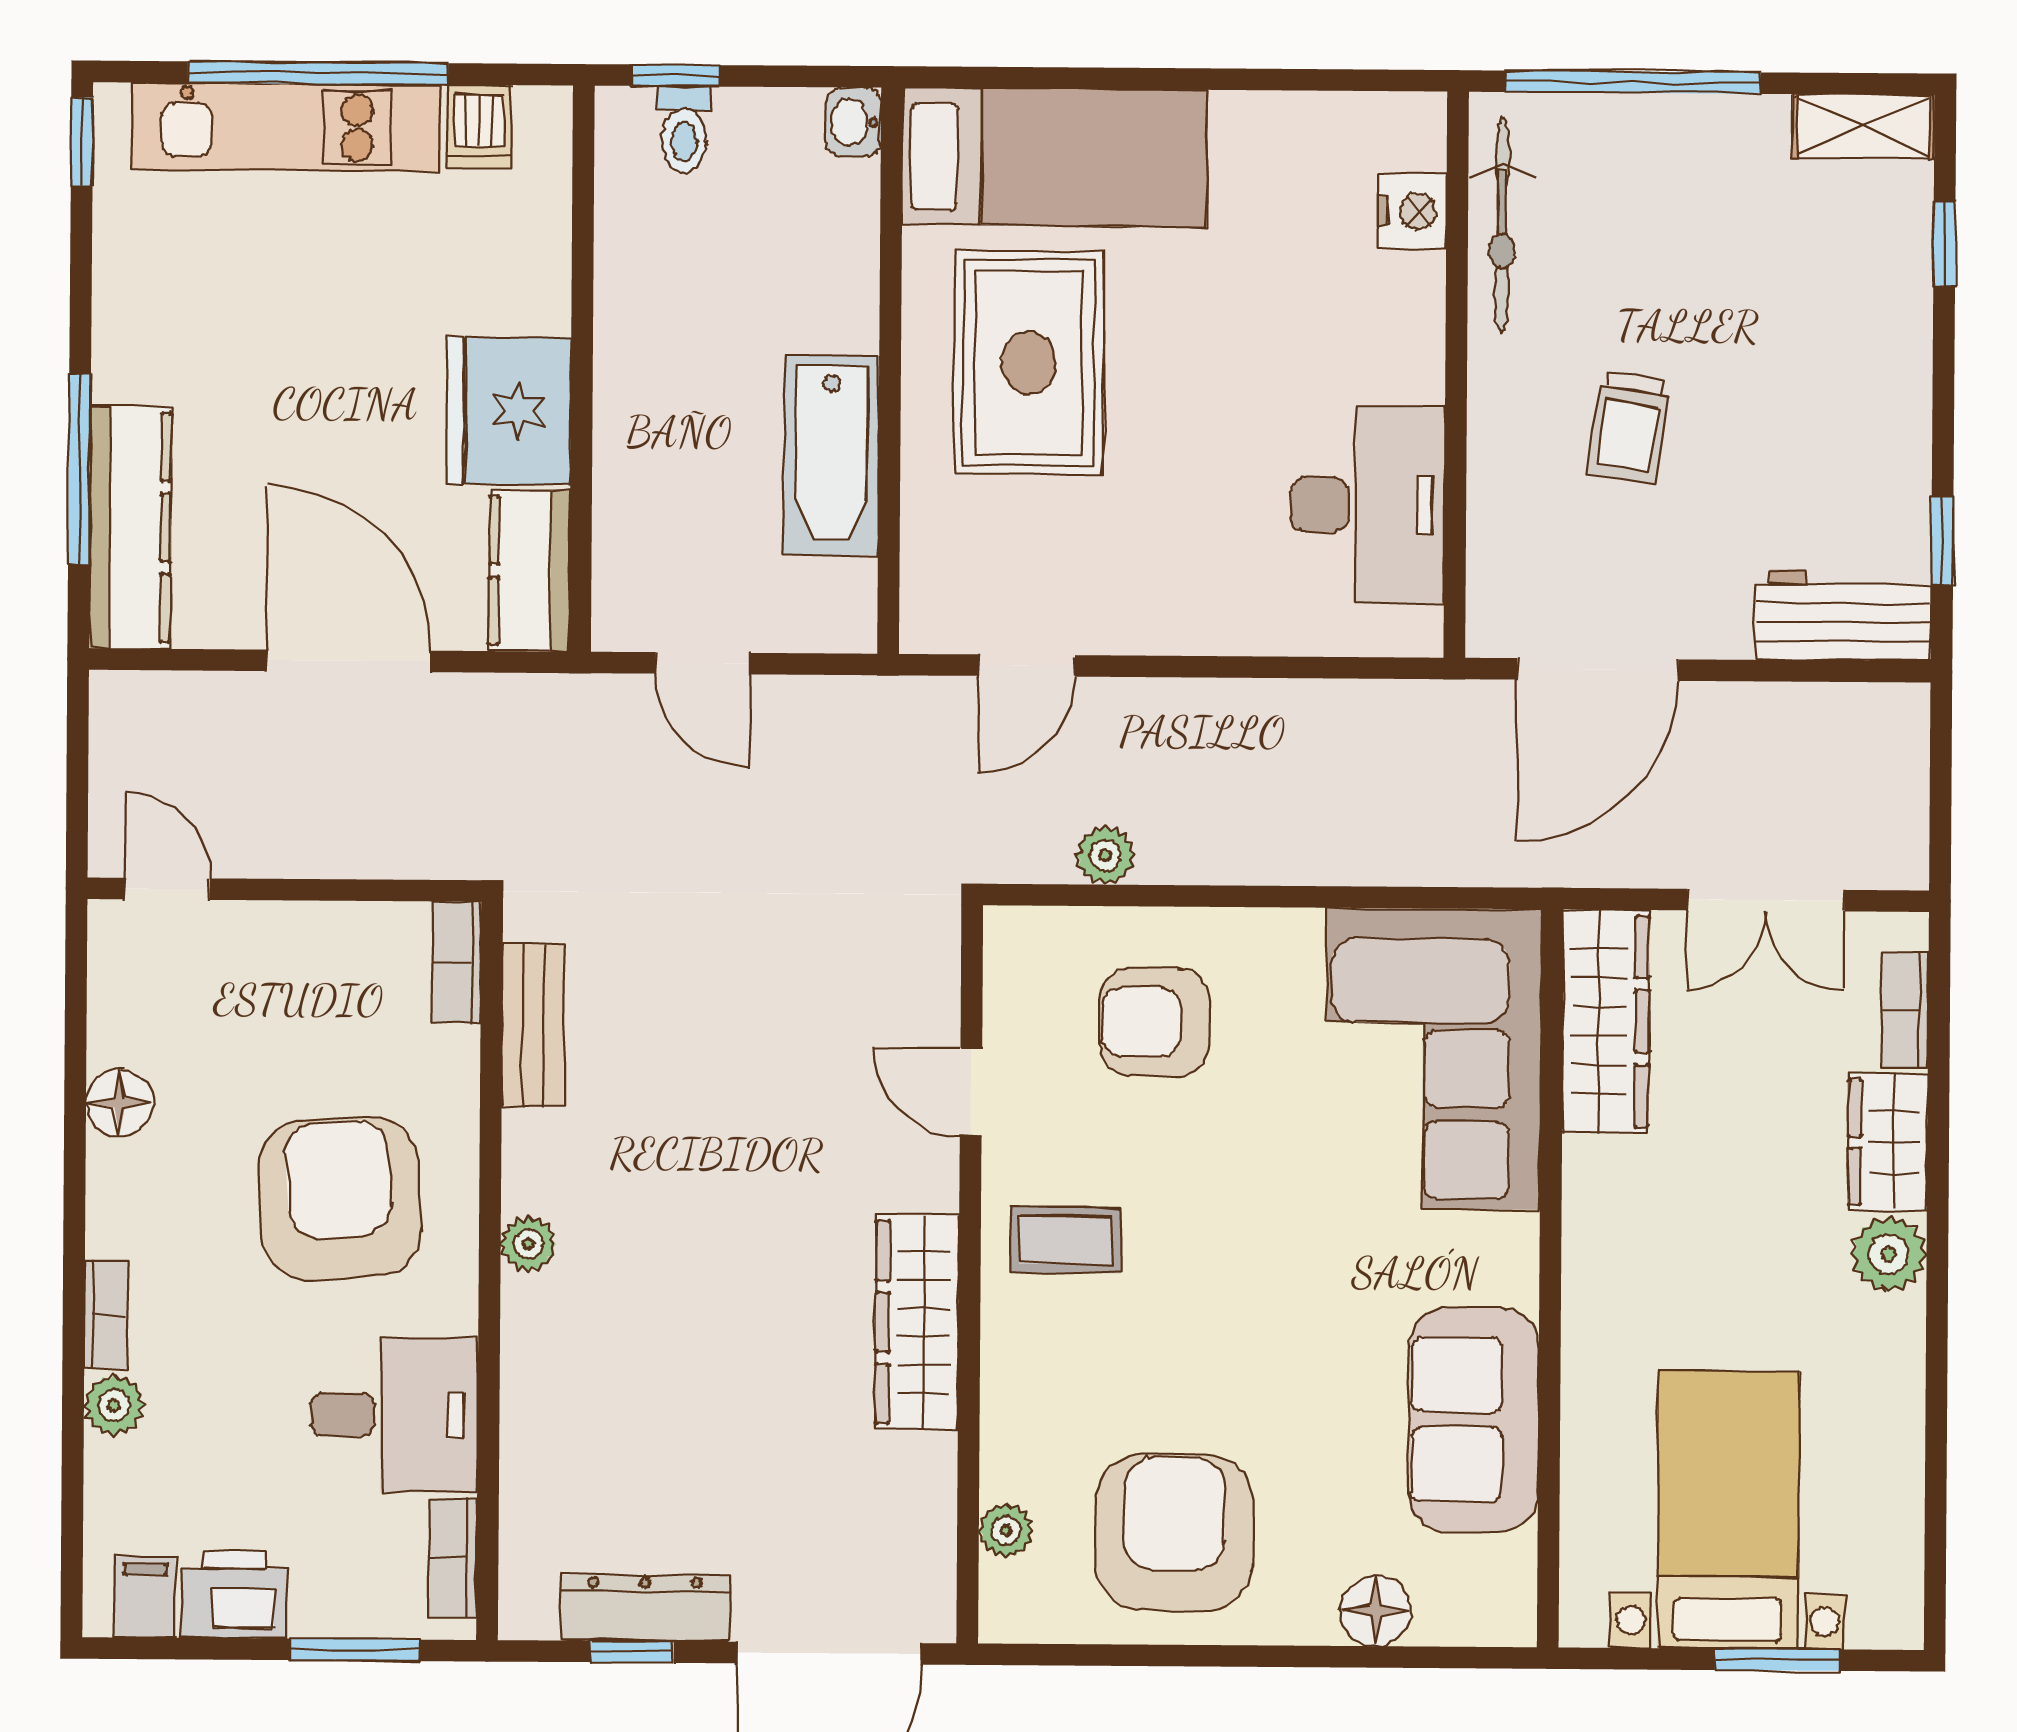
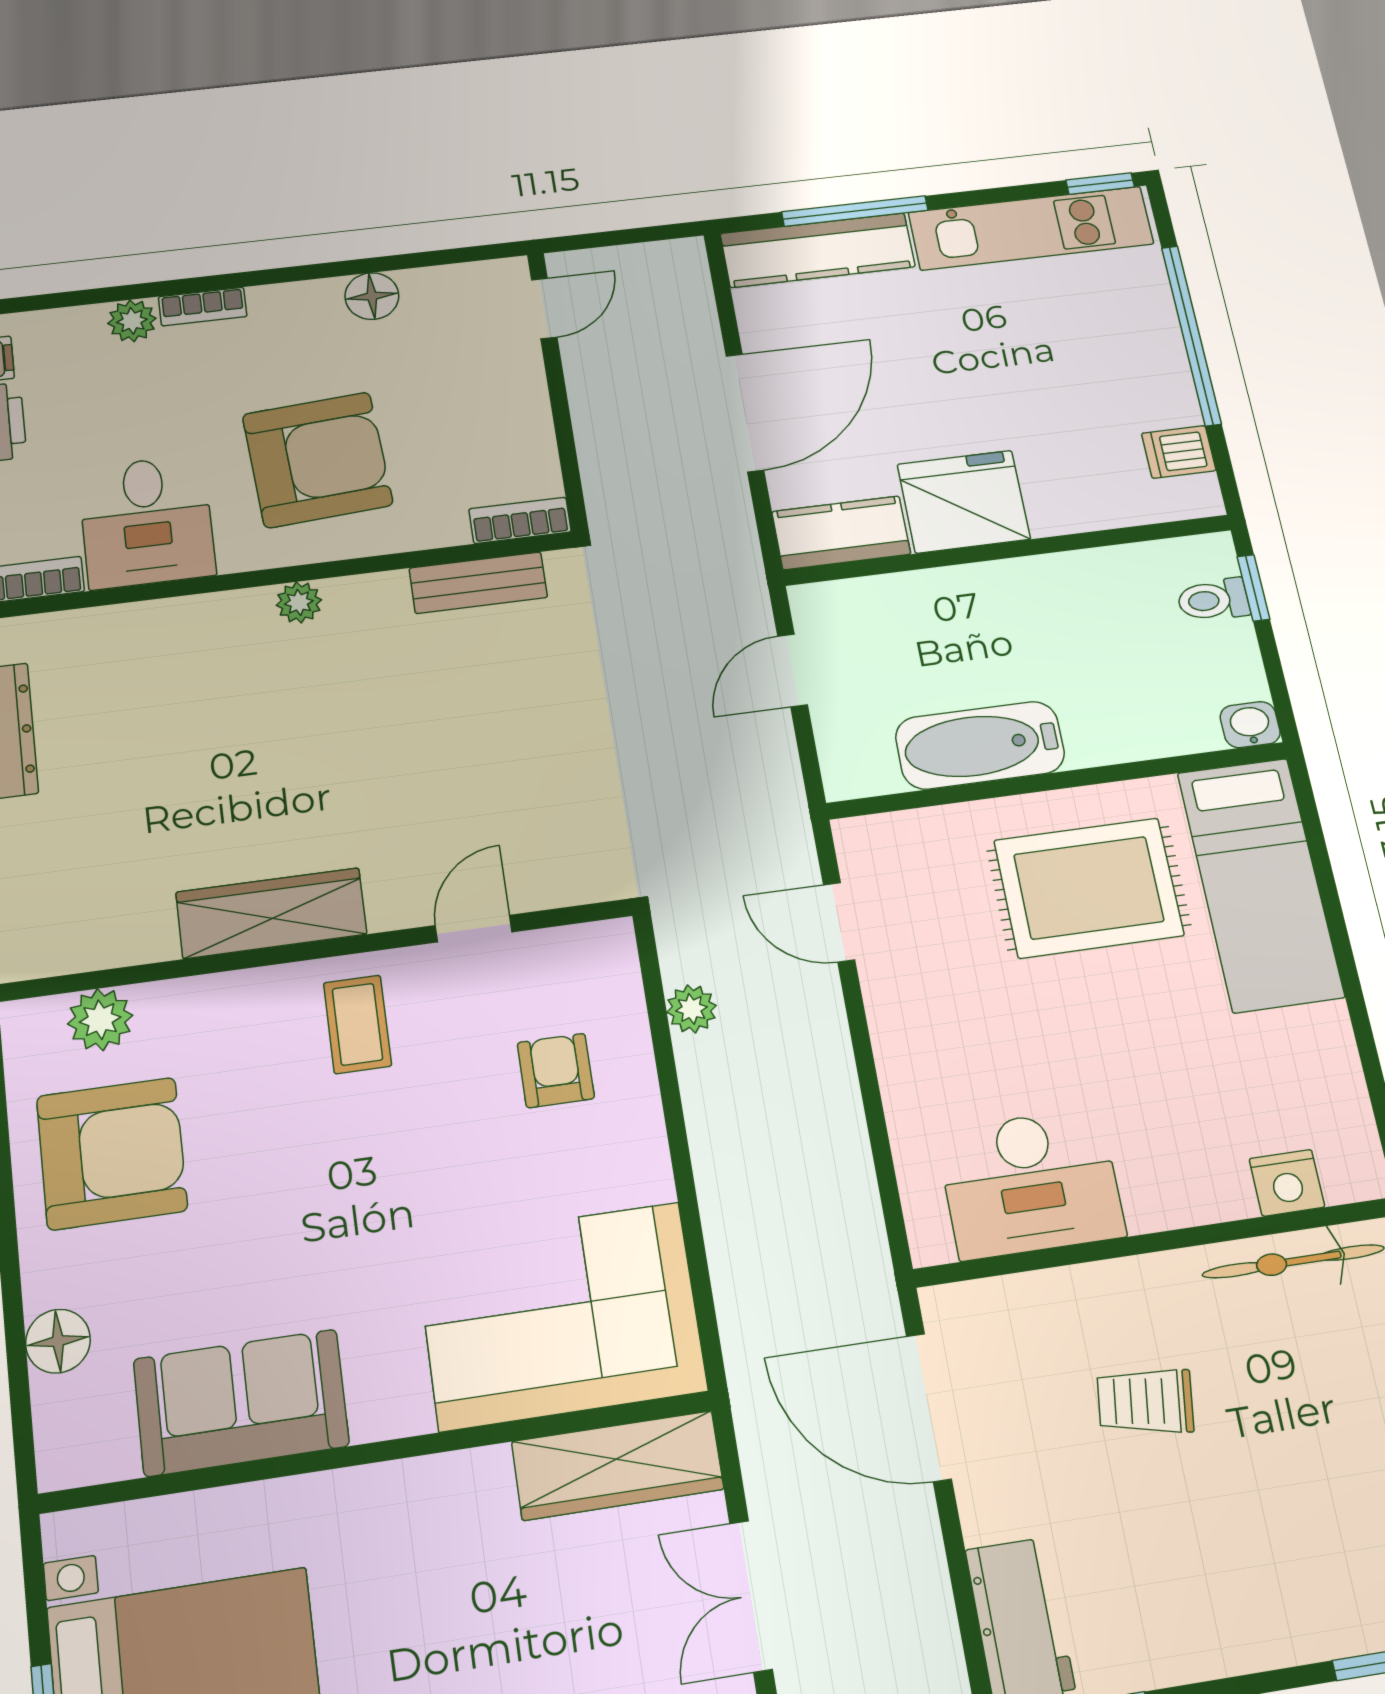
kitchen unit: (286, 127) -> (1031, 228), moved, turned -90
armchair: (1154, 1022) -> (556, 1071), width x0.72, depth x0.72
plant: (1006, 1531) -> (100, 1020), width x1.38, depth x1.38

